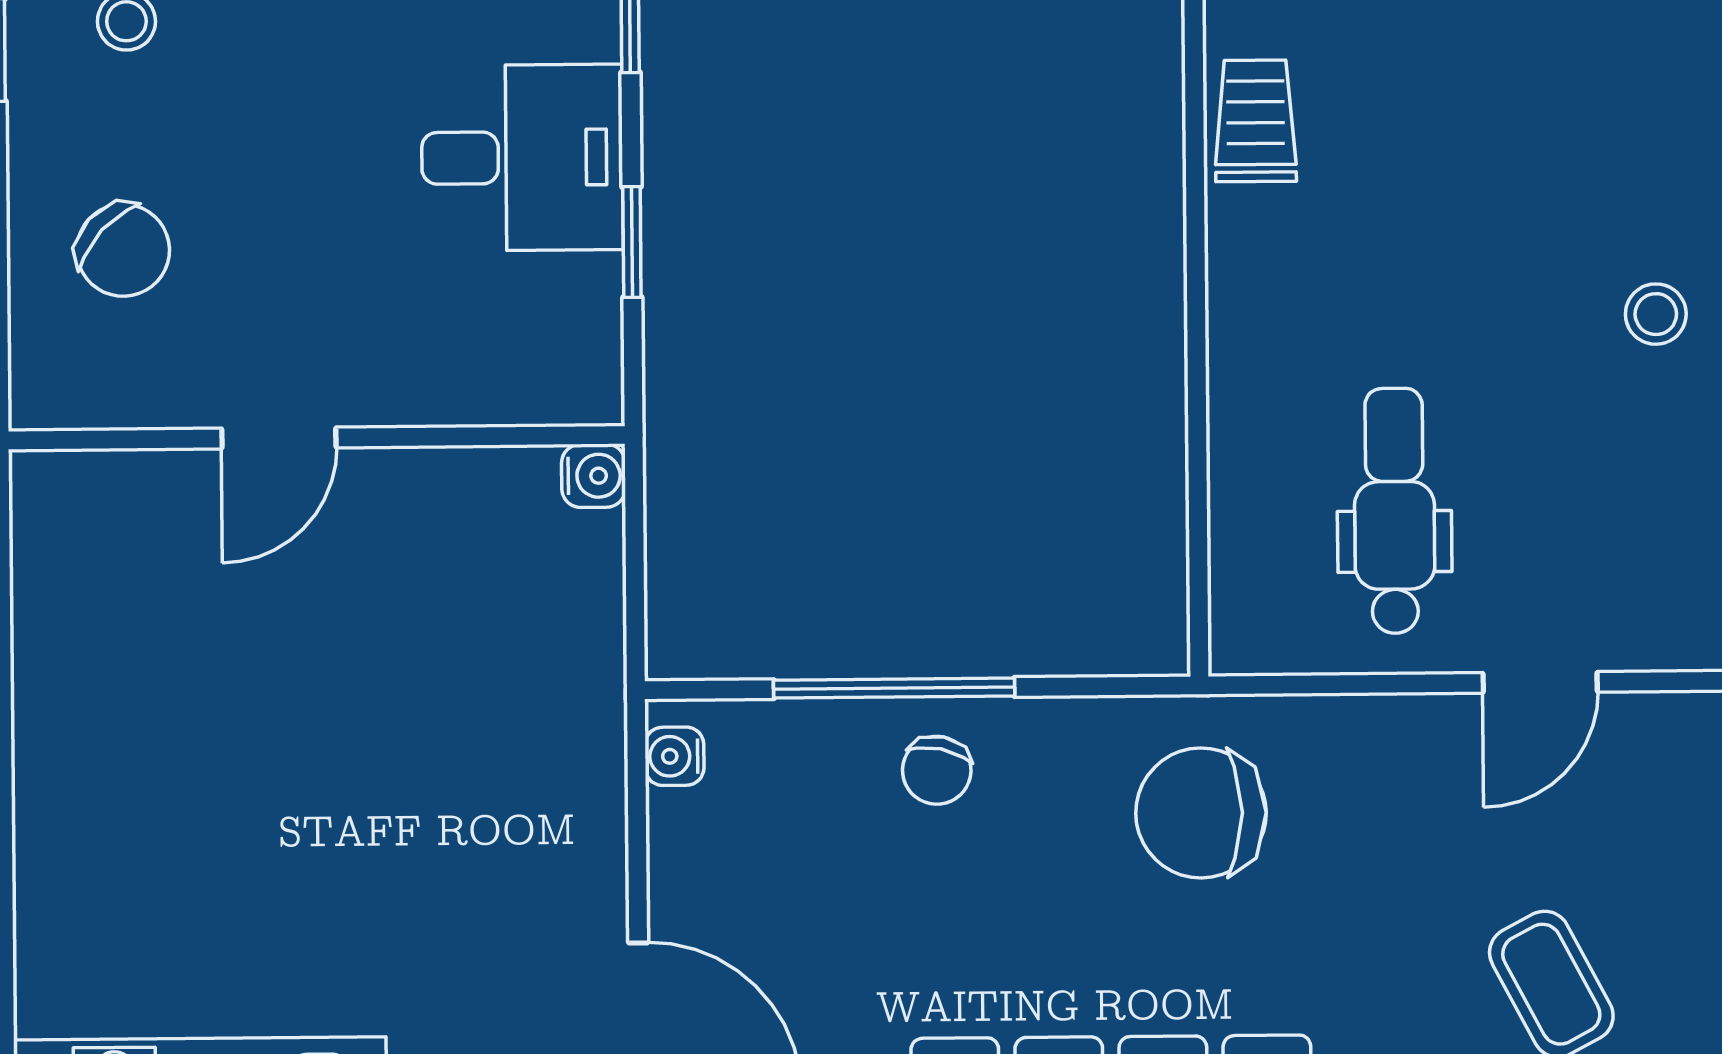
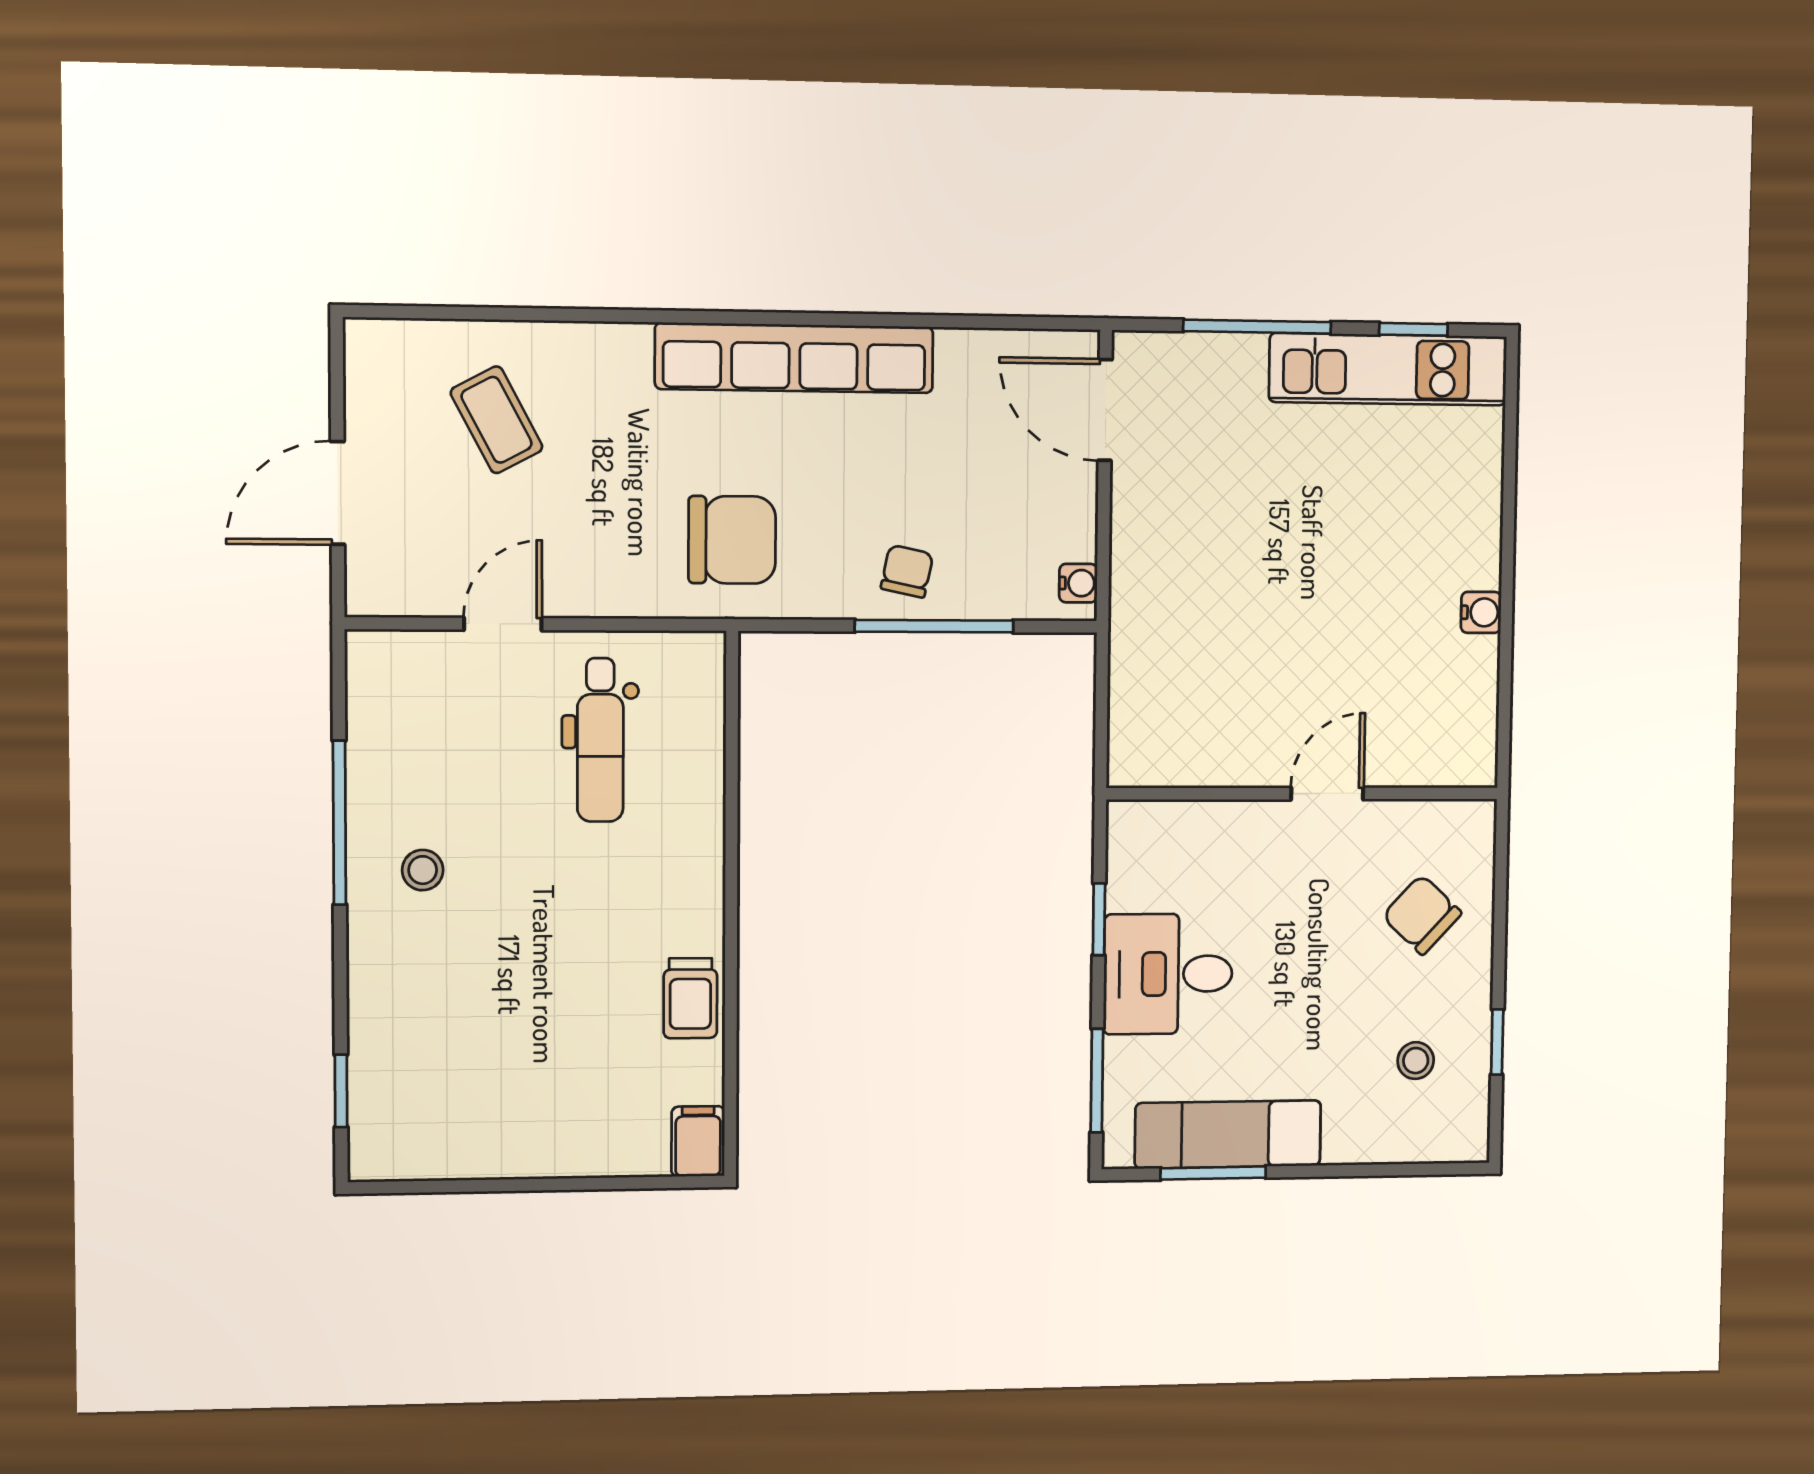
water cooler: (593, 476) -> (1481, 612), moved, turned 180

